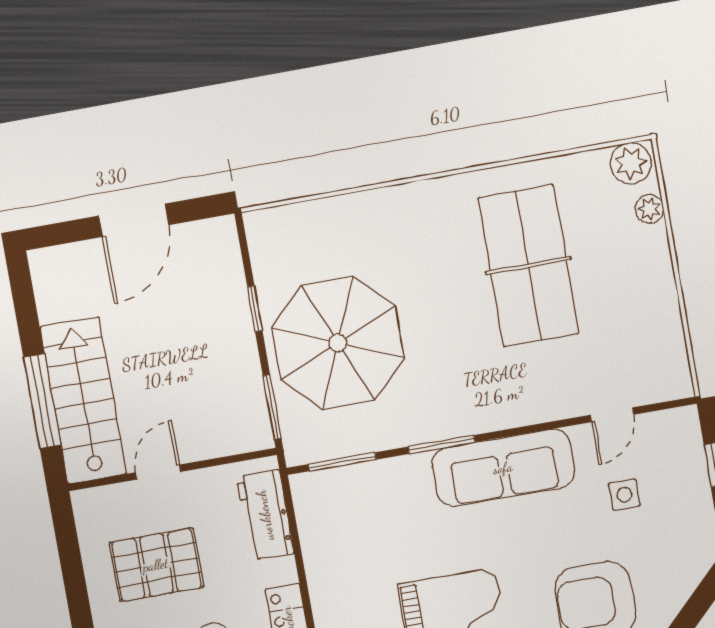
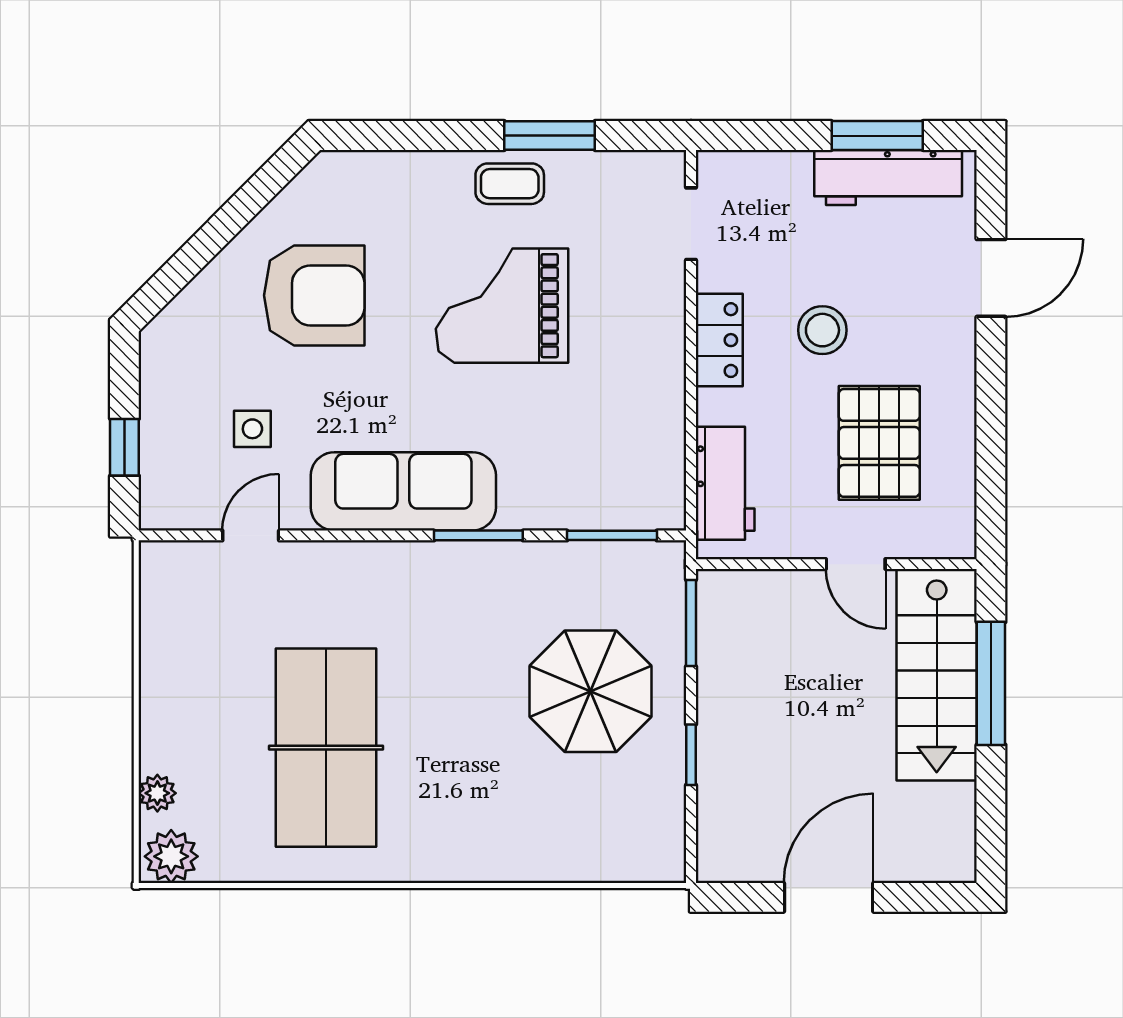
parasol: (338, 343) -> (590, 691), width x0.73, depth x0.73
door: (158, 472) -> (856, 564), hinge flipped
pallet: (156, 565) -> (879, 443), turned 90

